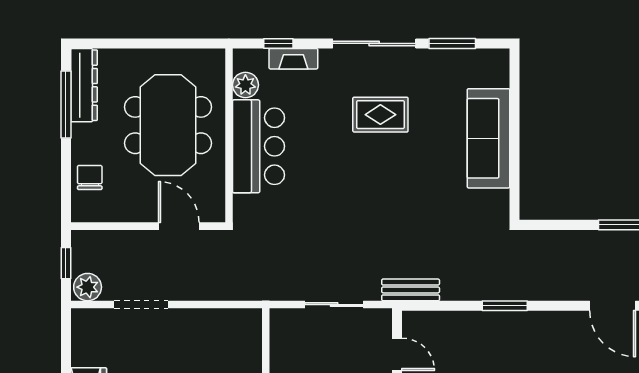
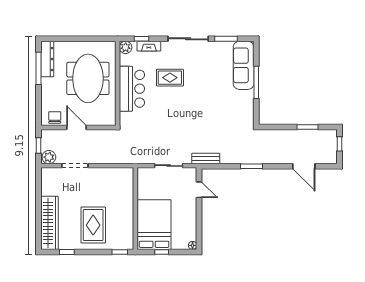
plant: (245, 85) -> (126, 47), moved
rug: (380, 115) -> (170, 78), moved
window: (515, 133) -> (256, 82), added
sofa: (489, 138) -> (244, 65), moved
chair: (90, 178) -> (55, 117), moved
door: (179, 226) -> (76, 127), moved

